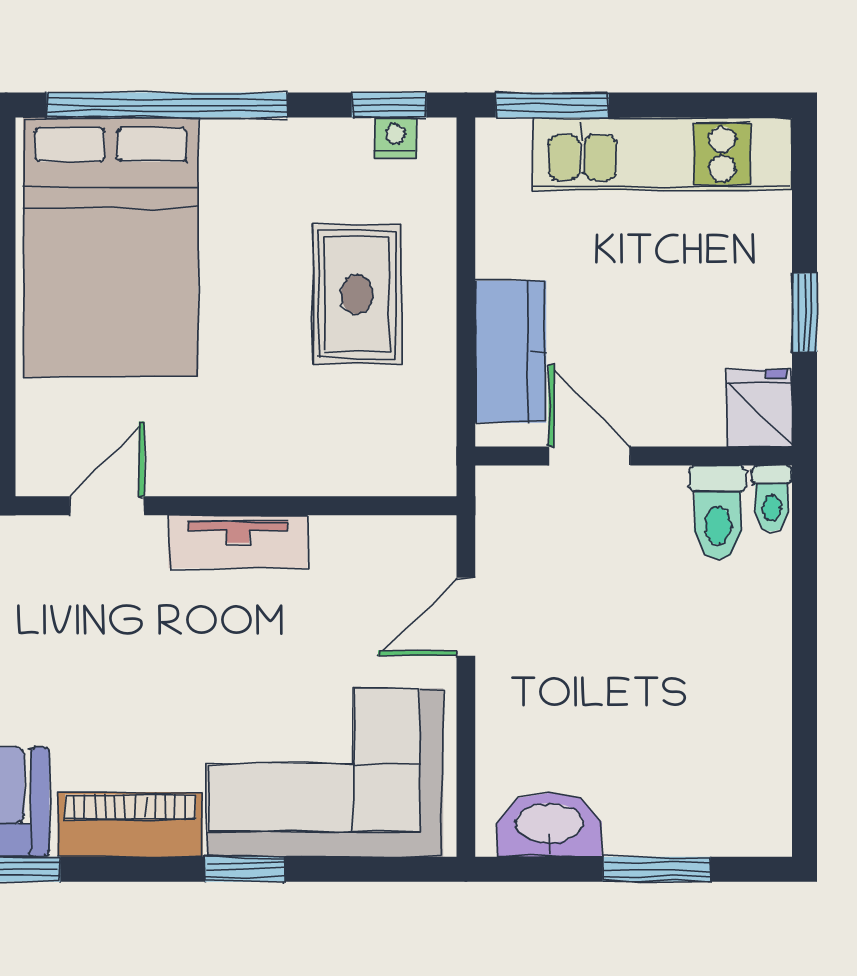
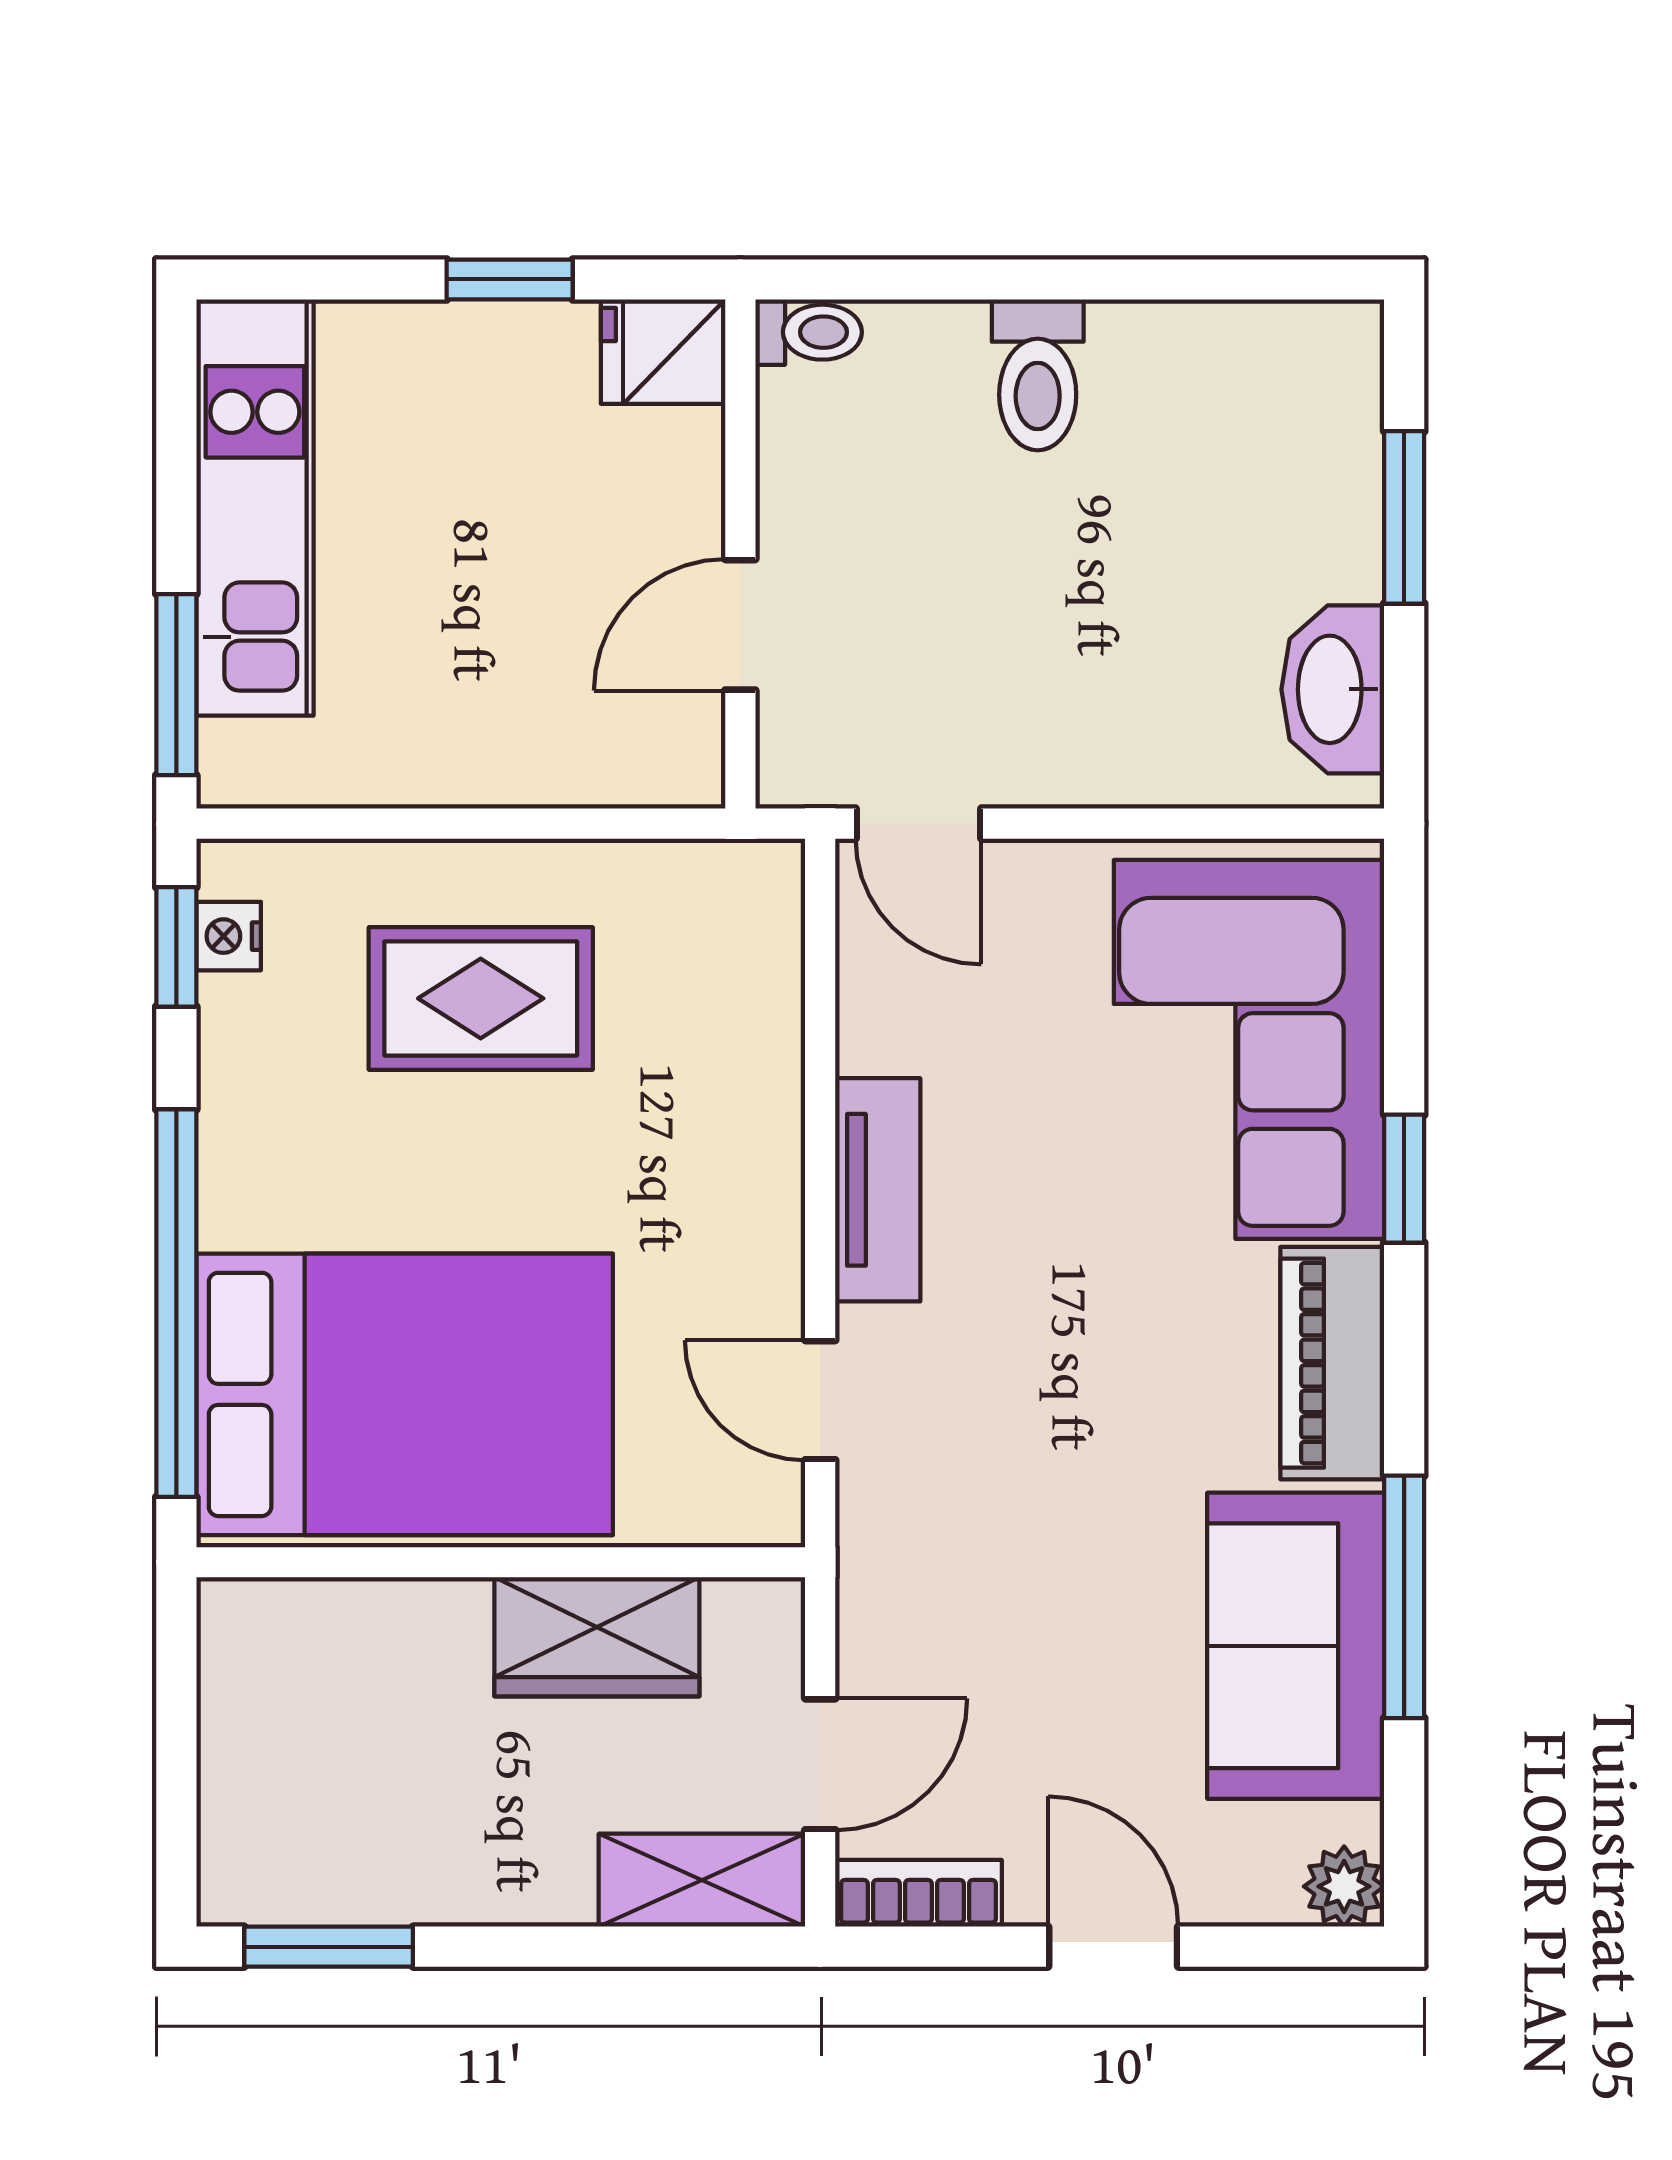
kitchen counter: (511, 352) -> (572, 752), removed
toilet: (718, 512) -> (1038, 375), moved, turned 90
door: (466, 617) -> (918, 824), moved

